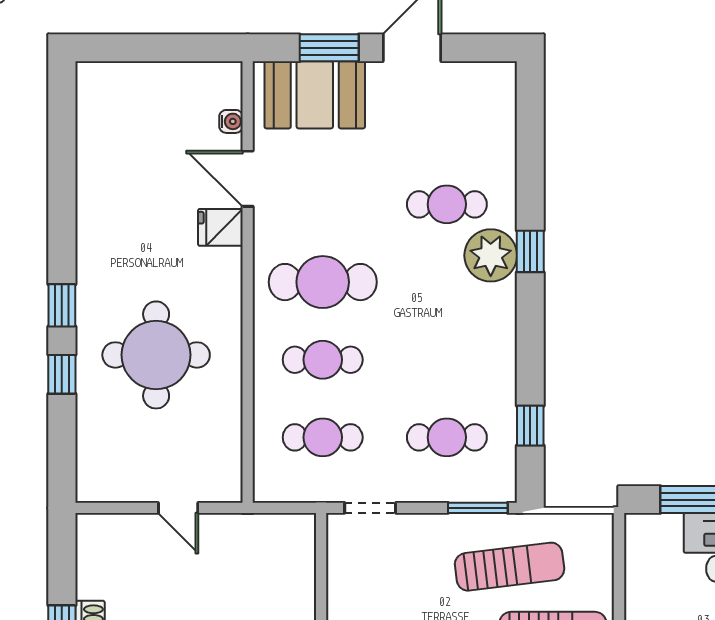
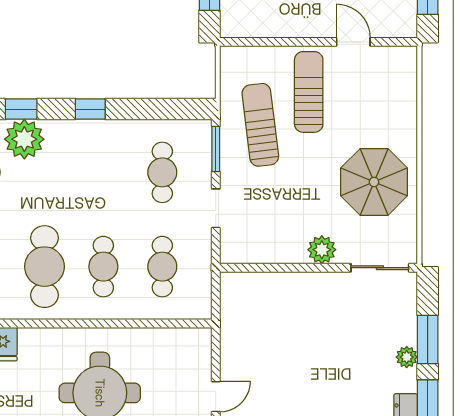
window: (530, 426) -> (90, 109), moved
door: (178, 508) -> (216, 397), moved
doorway: (370, 508) -> (216, 208), moved

